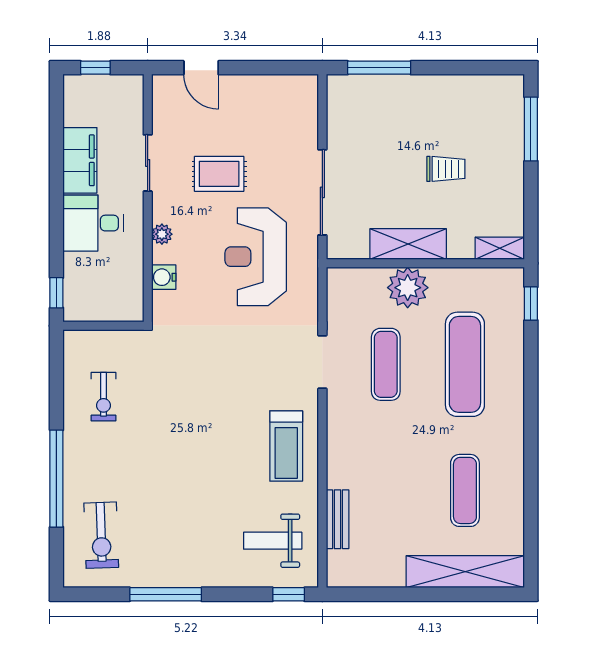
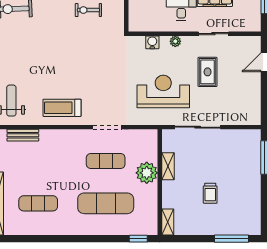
shelving: (408, 244) -> (168, 166), width x0.67, depth x0.75

